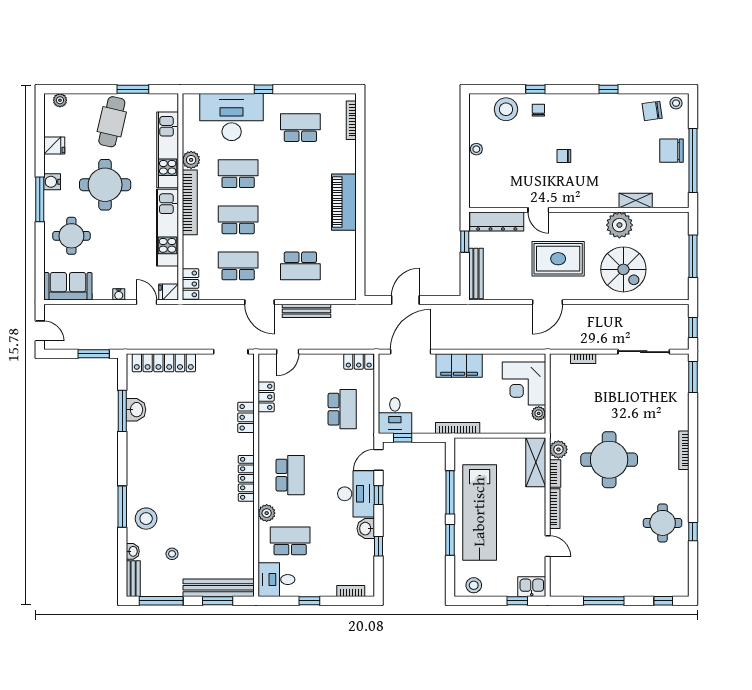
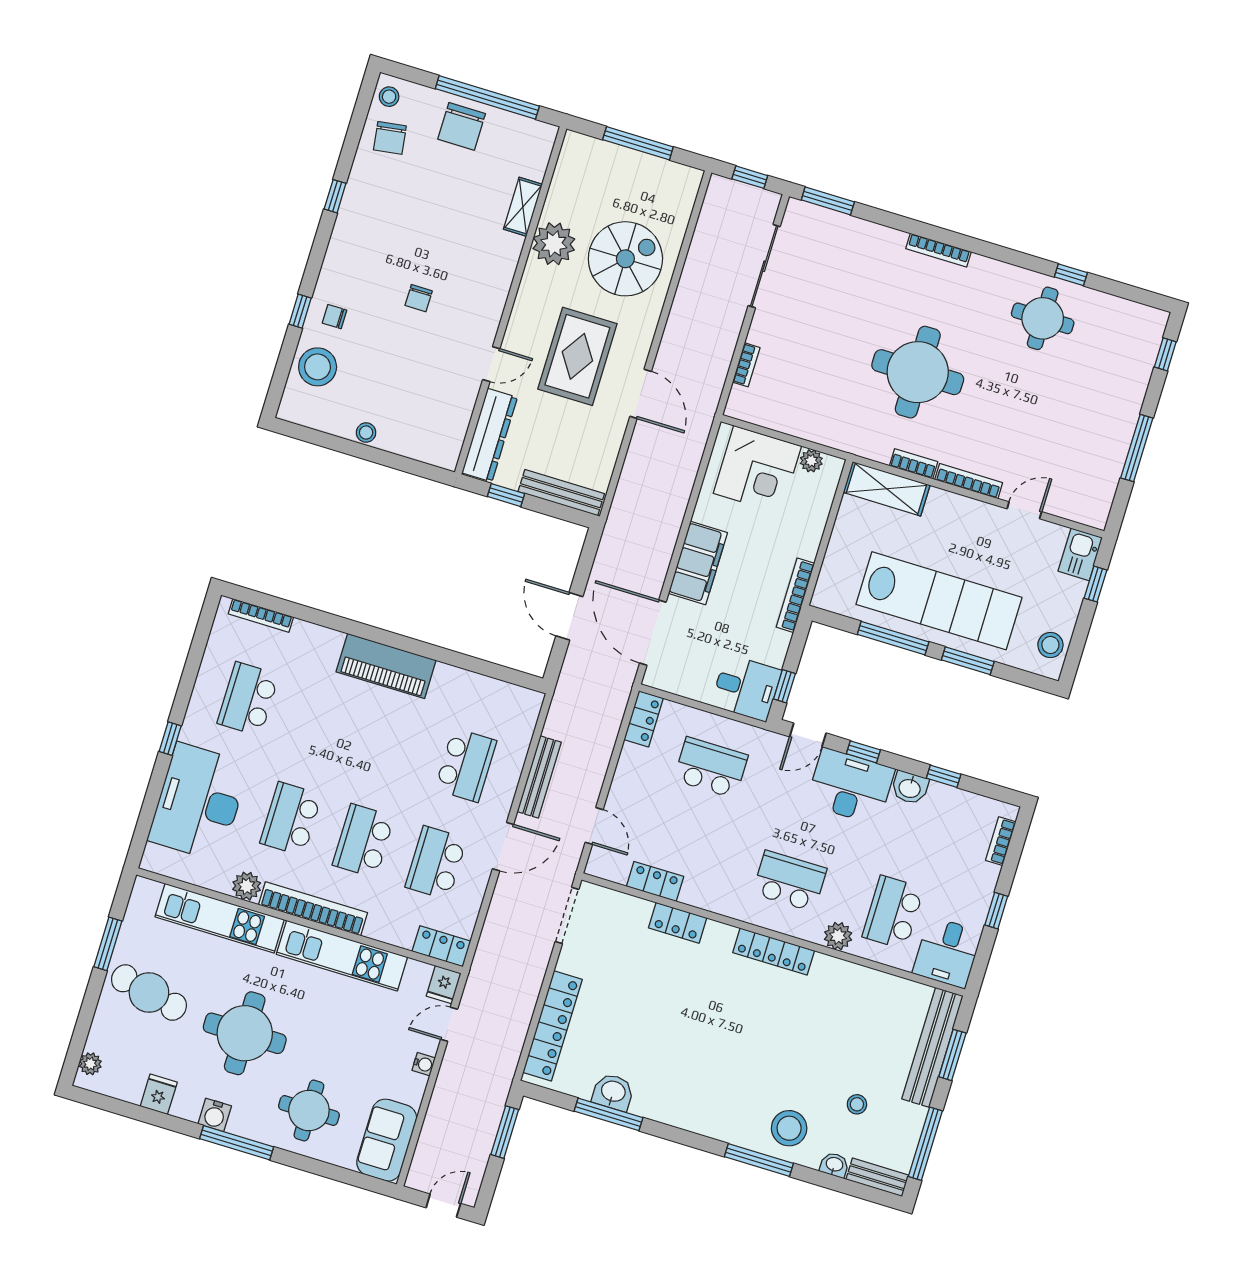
plant: (558, 449) -> (877, 447), removed
door: (378, 460) -> (808, 735), hinge flipped

